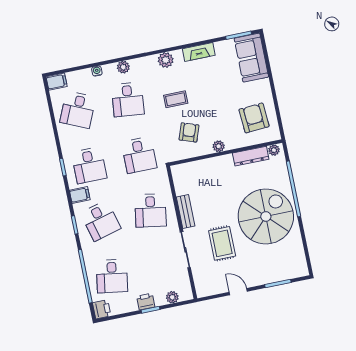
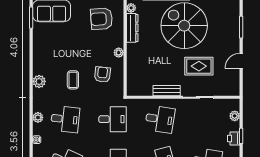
fireplace: (199, 52) -> (38, 53), removed
armchair: (189, 132) -> (102, 75), turned 77

